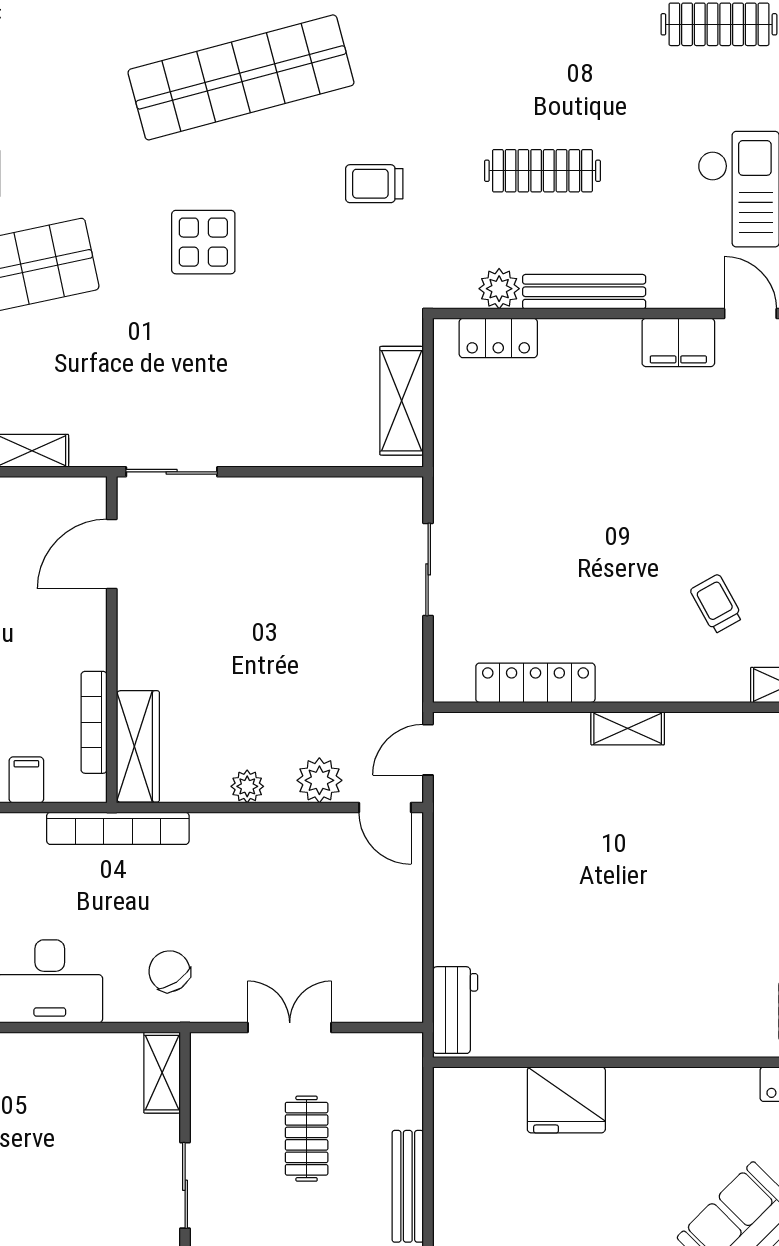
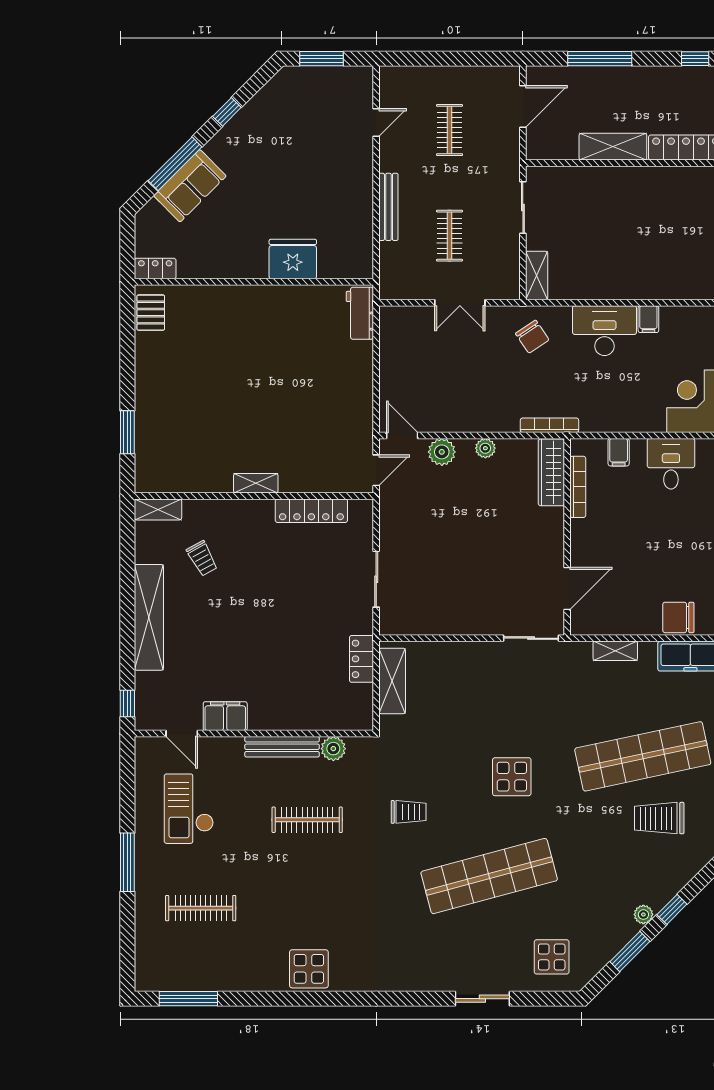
locker: (498, 338) -> (361, 659), moved, turned -90
bookcase: (118, 828) -> (549, 425), width x0.68, depth x0.76

